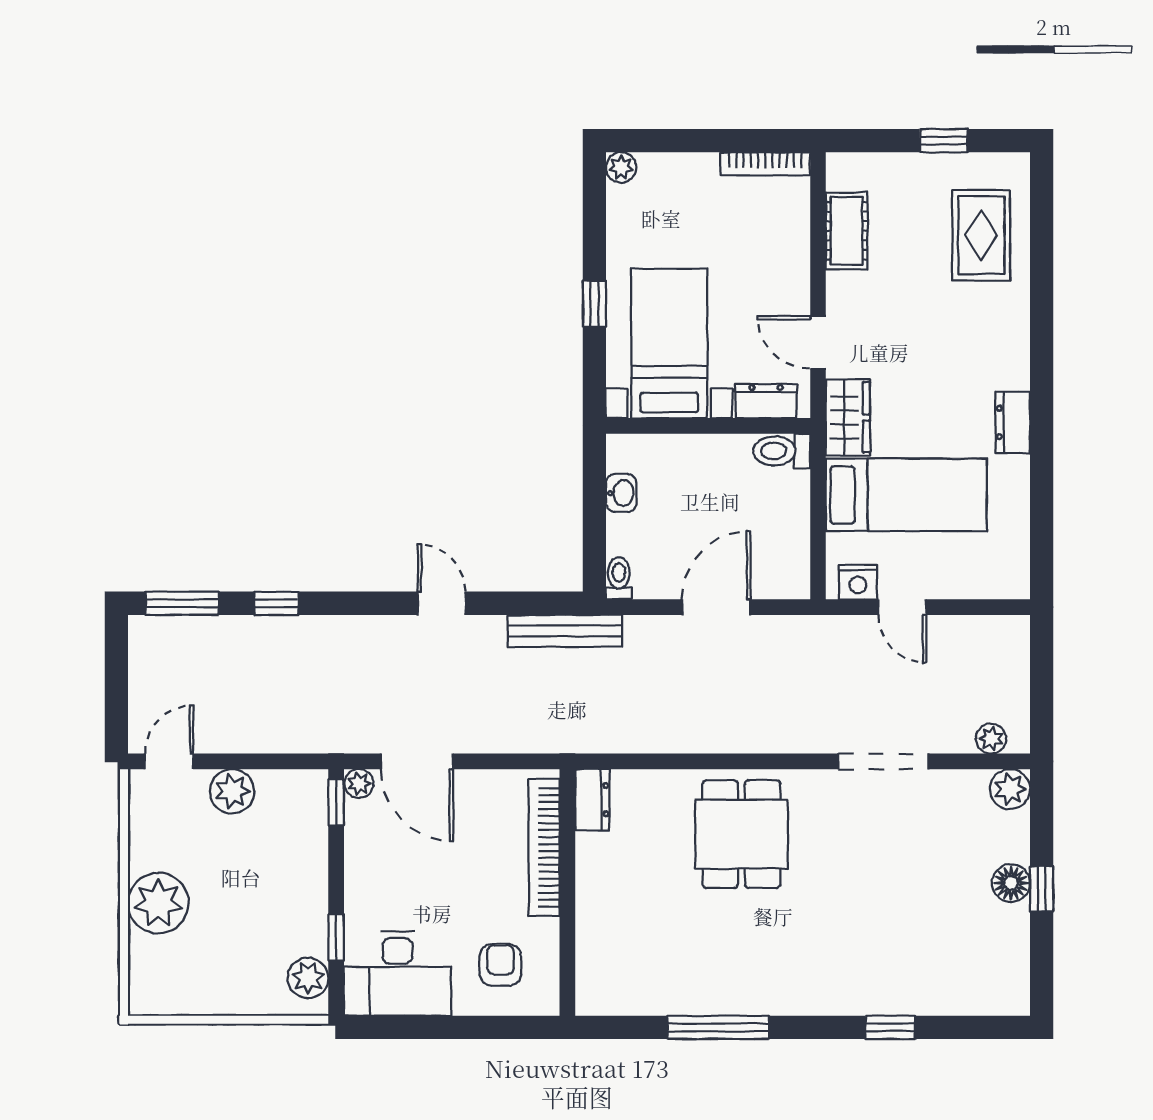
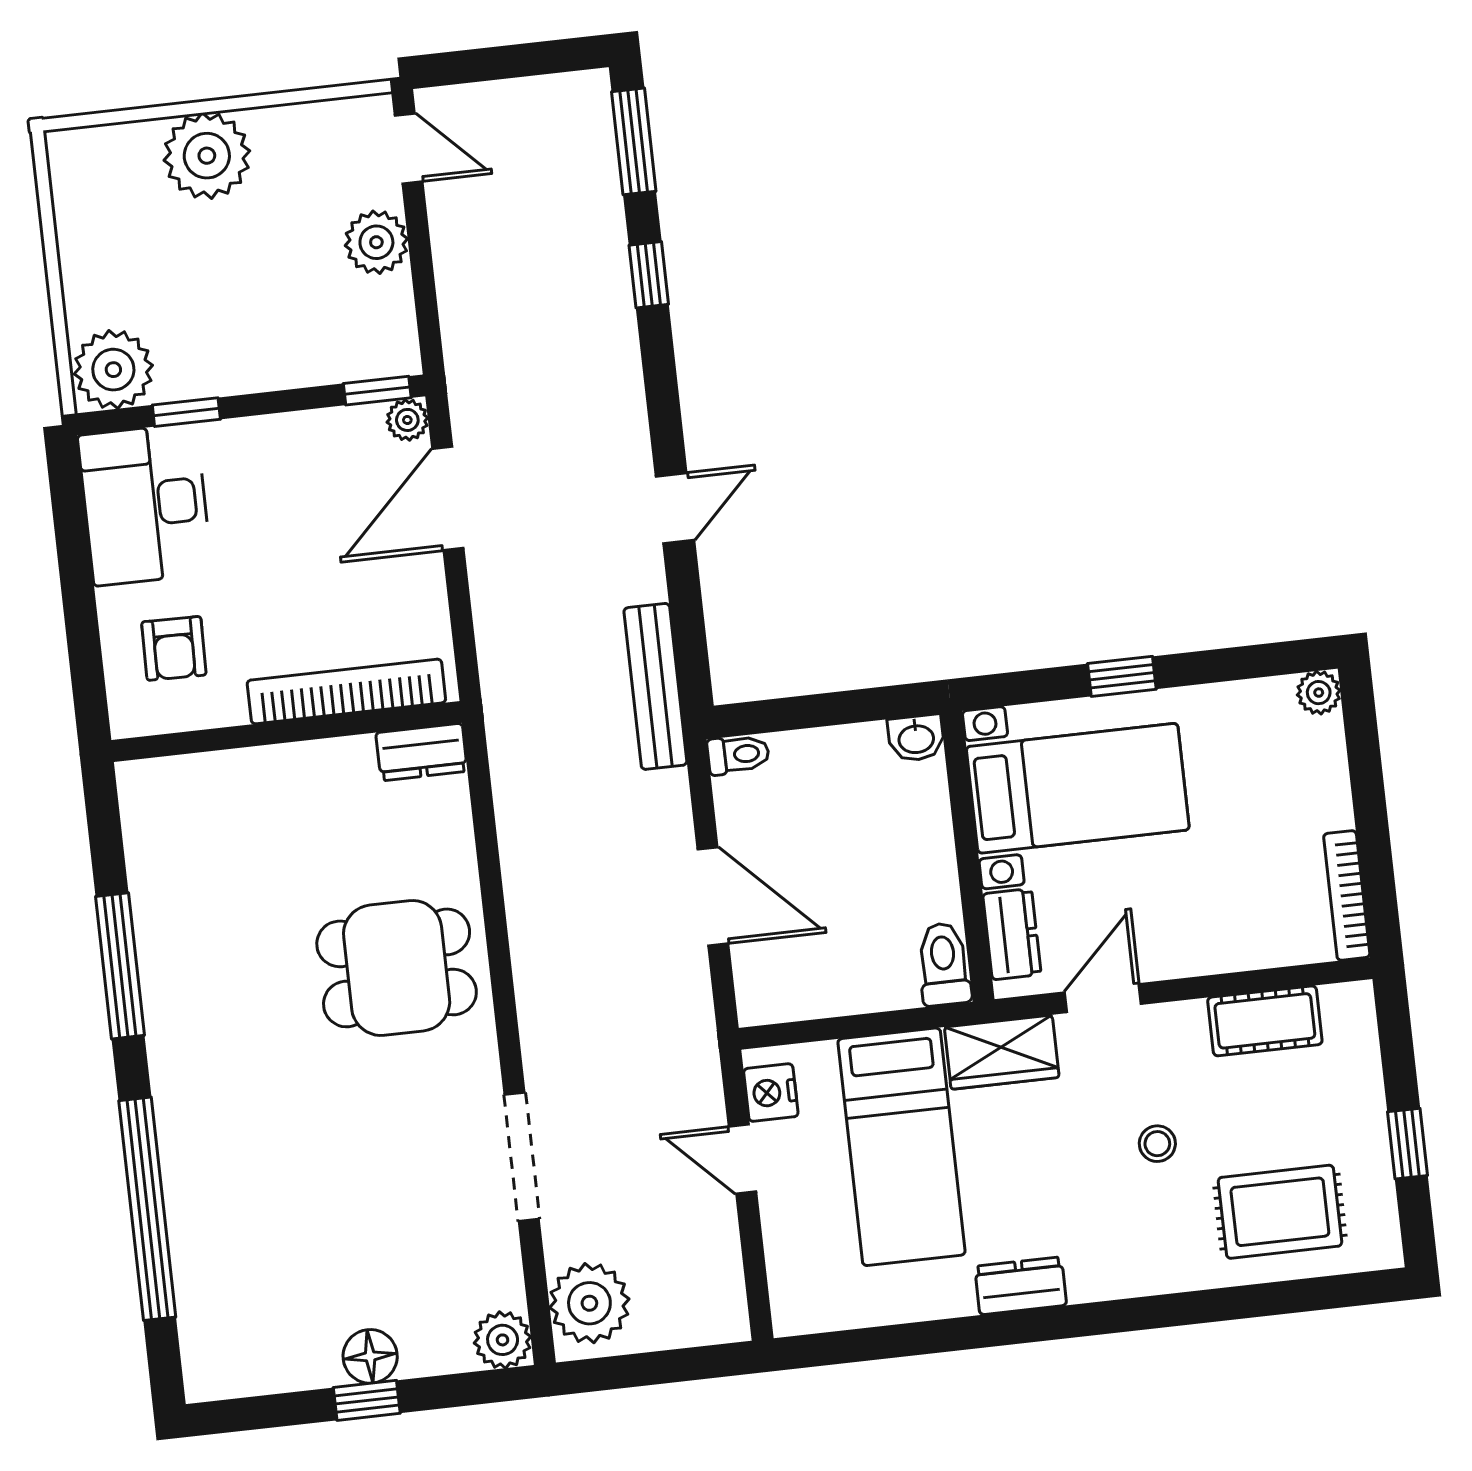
stool: (924, 316) -> (1157, 1144), added
washbasin: (621, 493) -> (916, 738), moved
door: (902, 607) -> (742, 1159), hinge flipped
plant: (991, 739) -> (589, 1303), width x1.88, depth x1.88
armchair: (500, 965) -> (174, 648), turned 91
plant: (308, 978) -> (113, 370), width x1.36, depth x1.36
window: (890, 1027) -> (147, 1209), width x3.17

